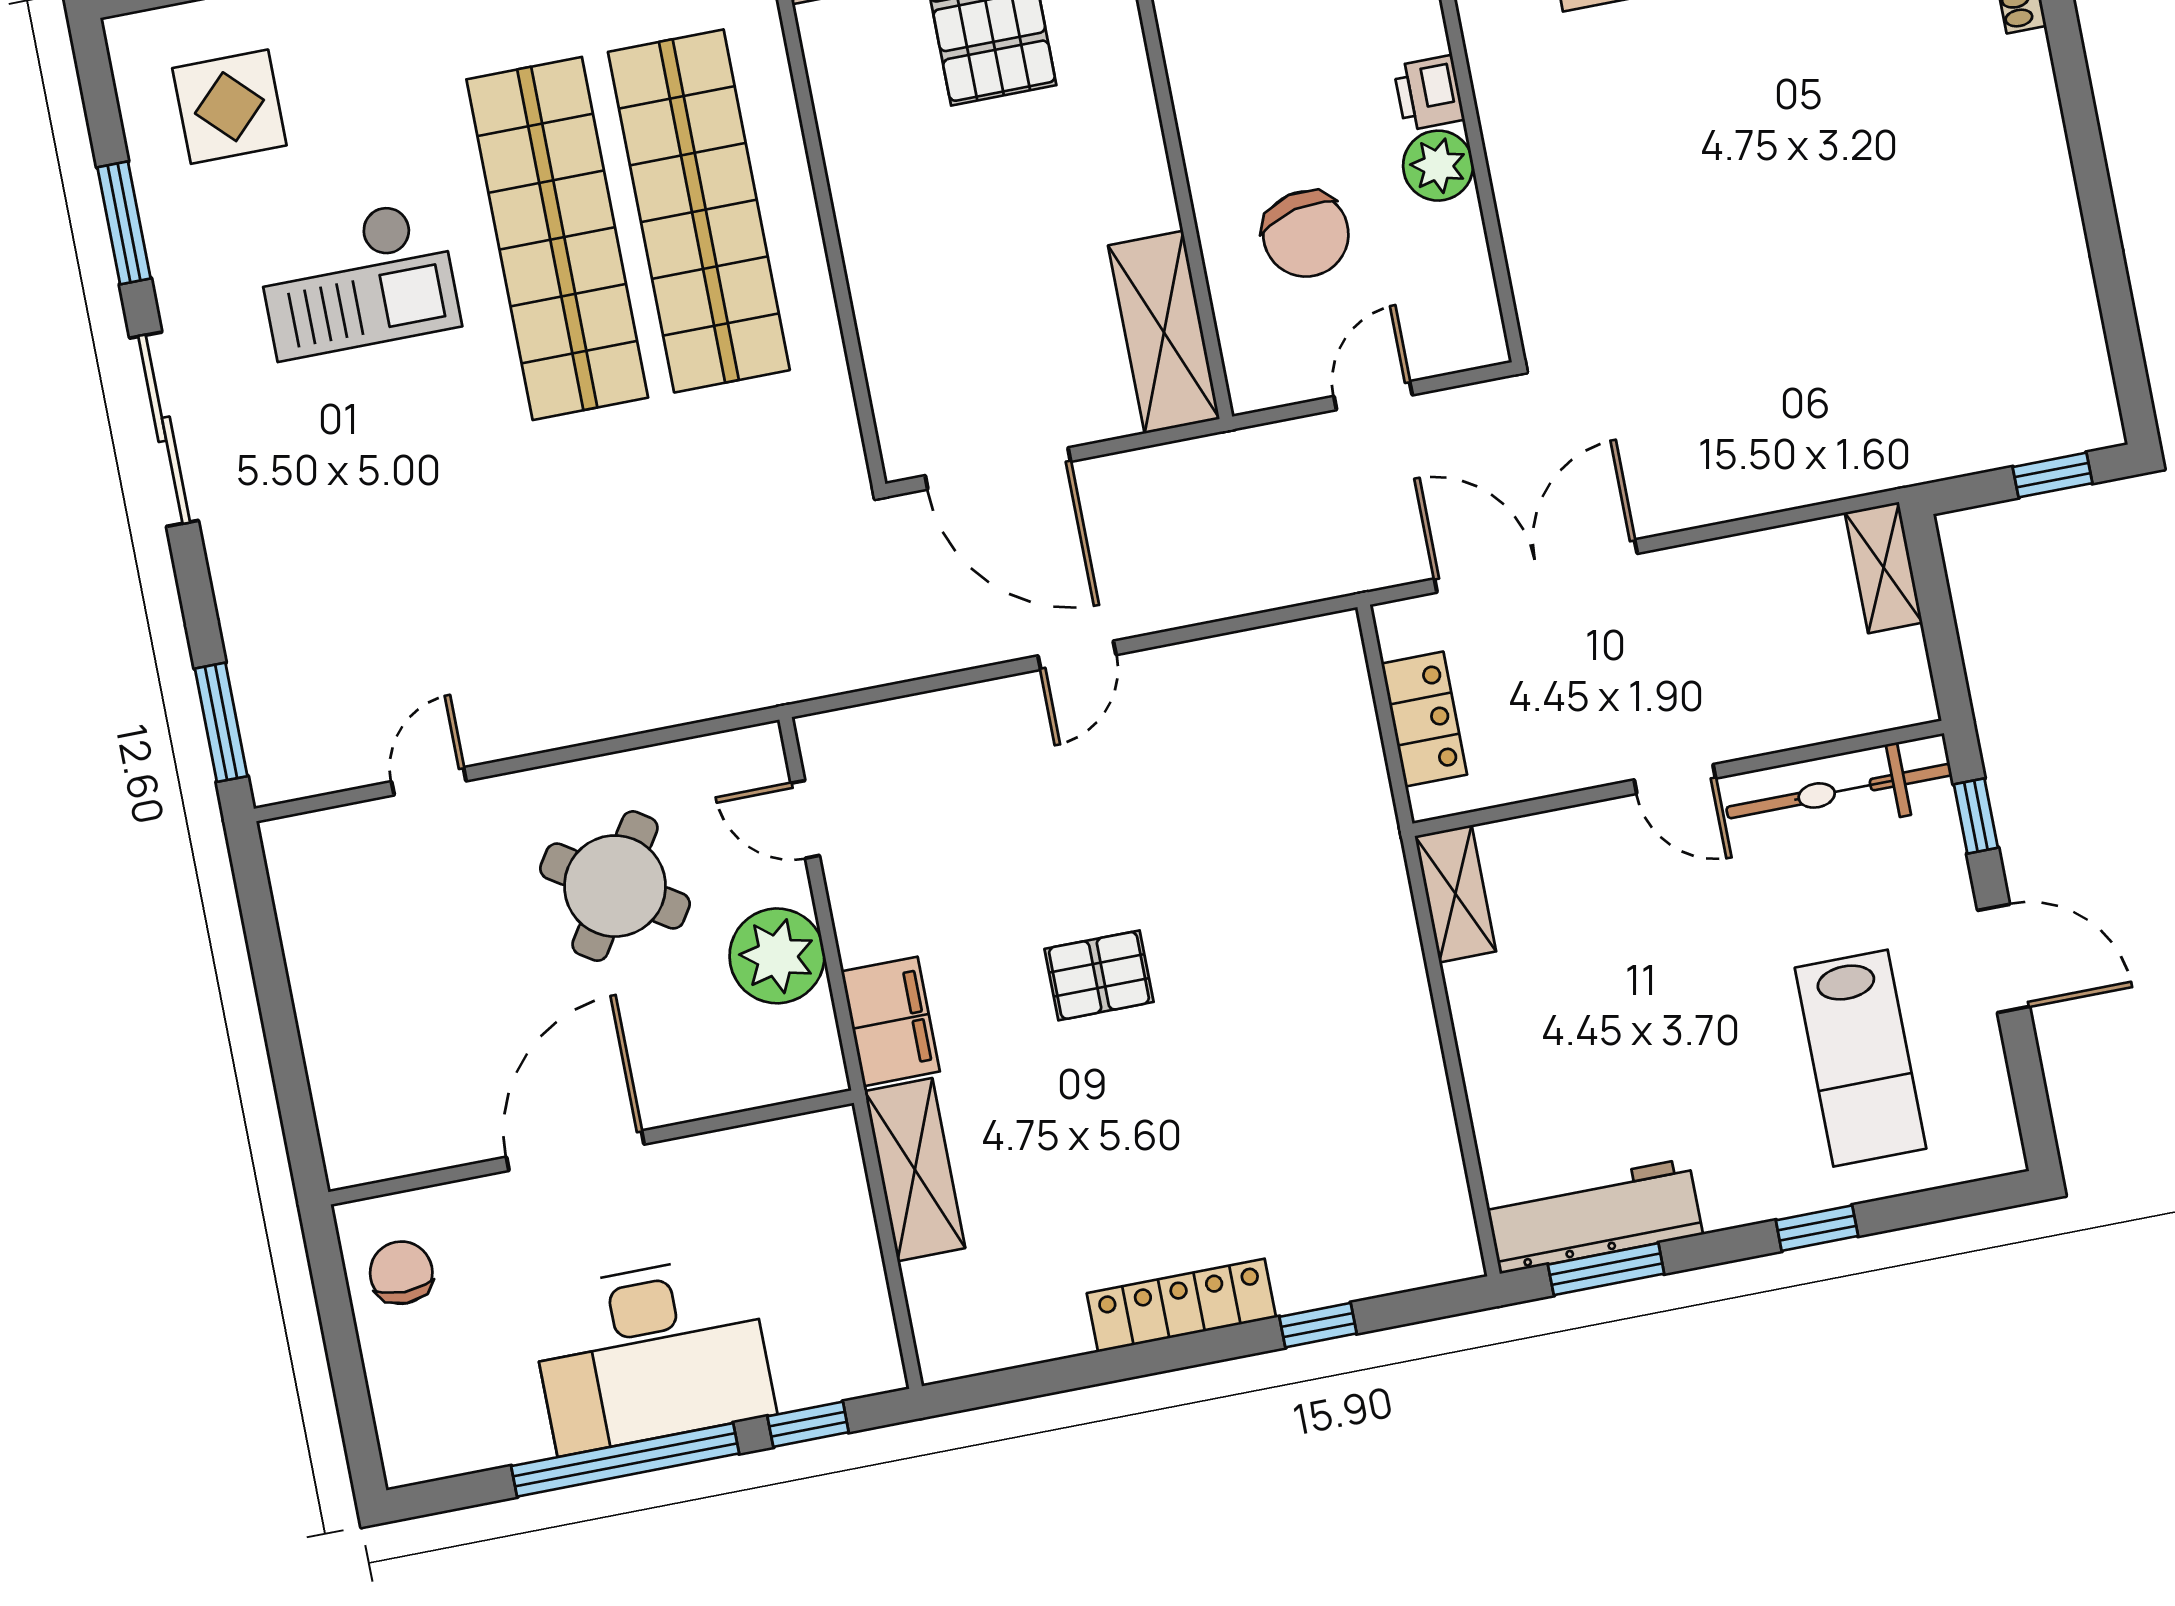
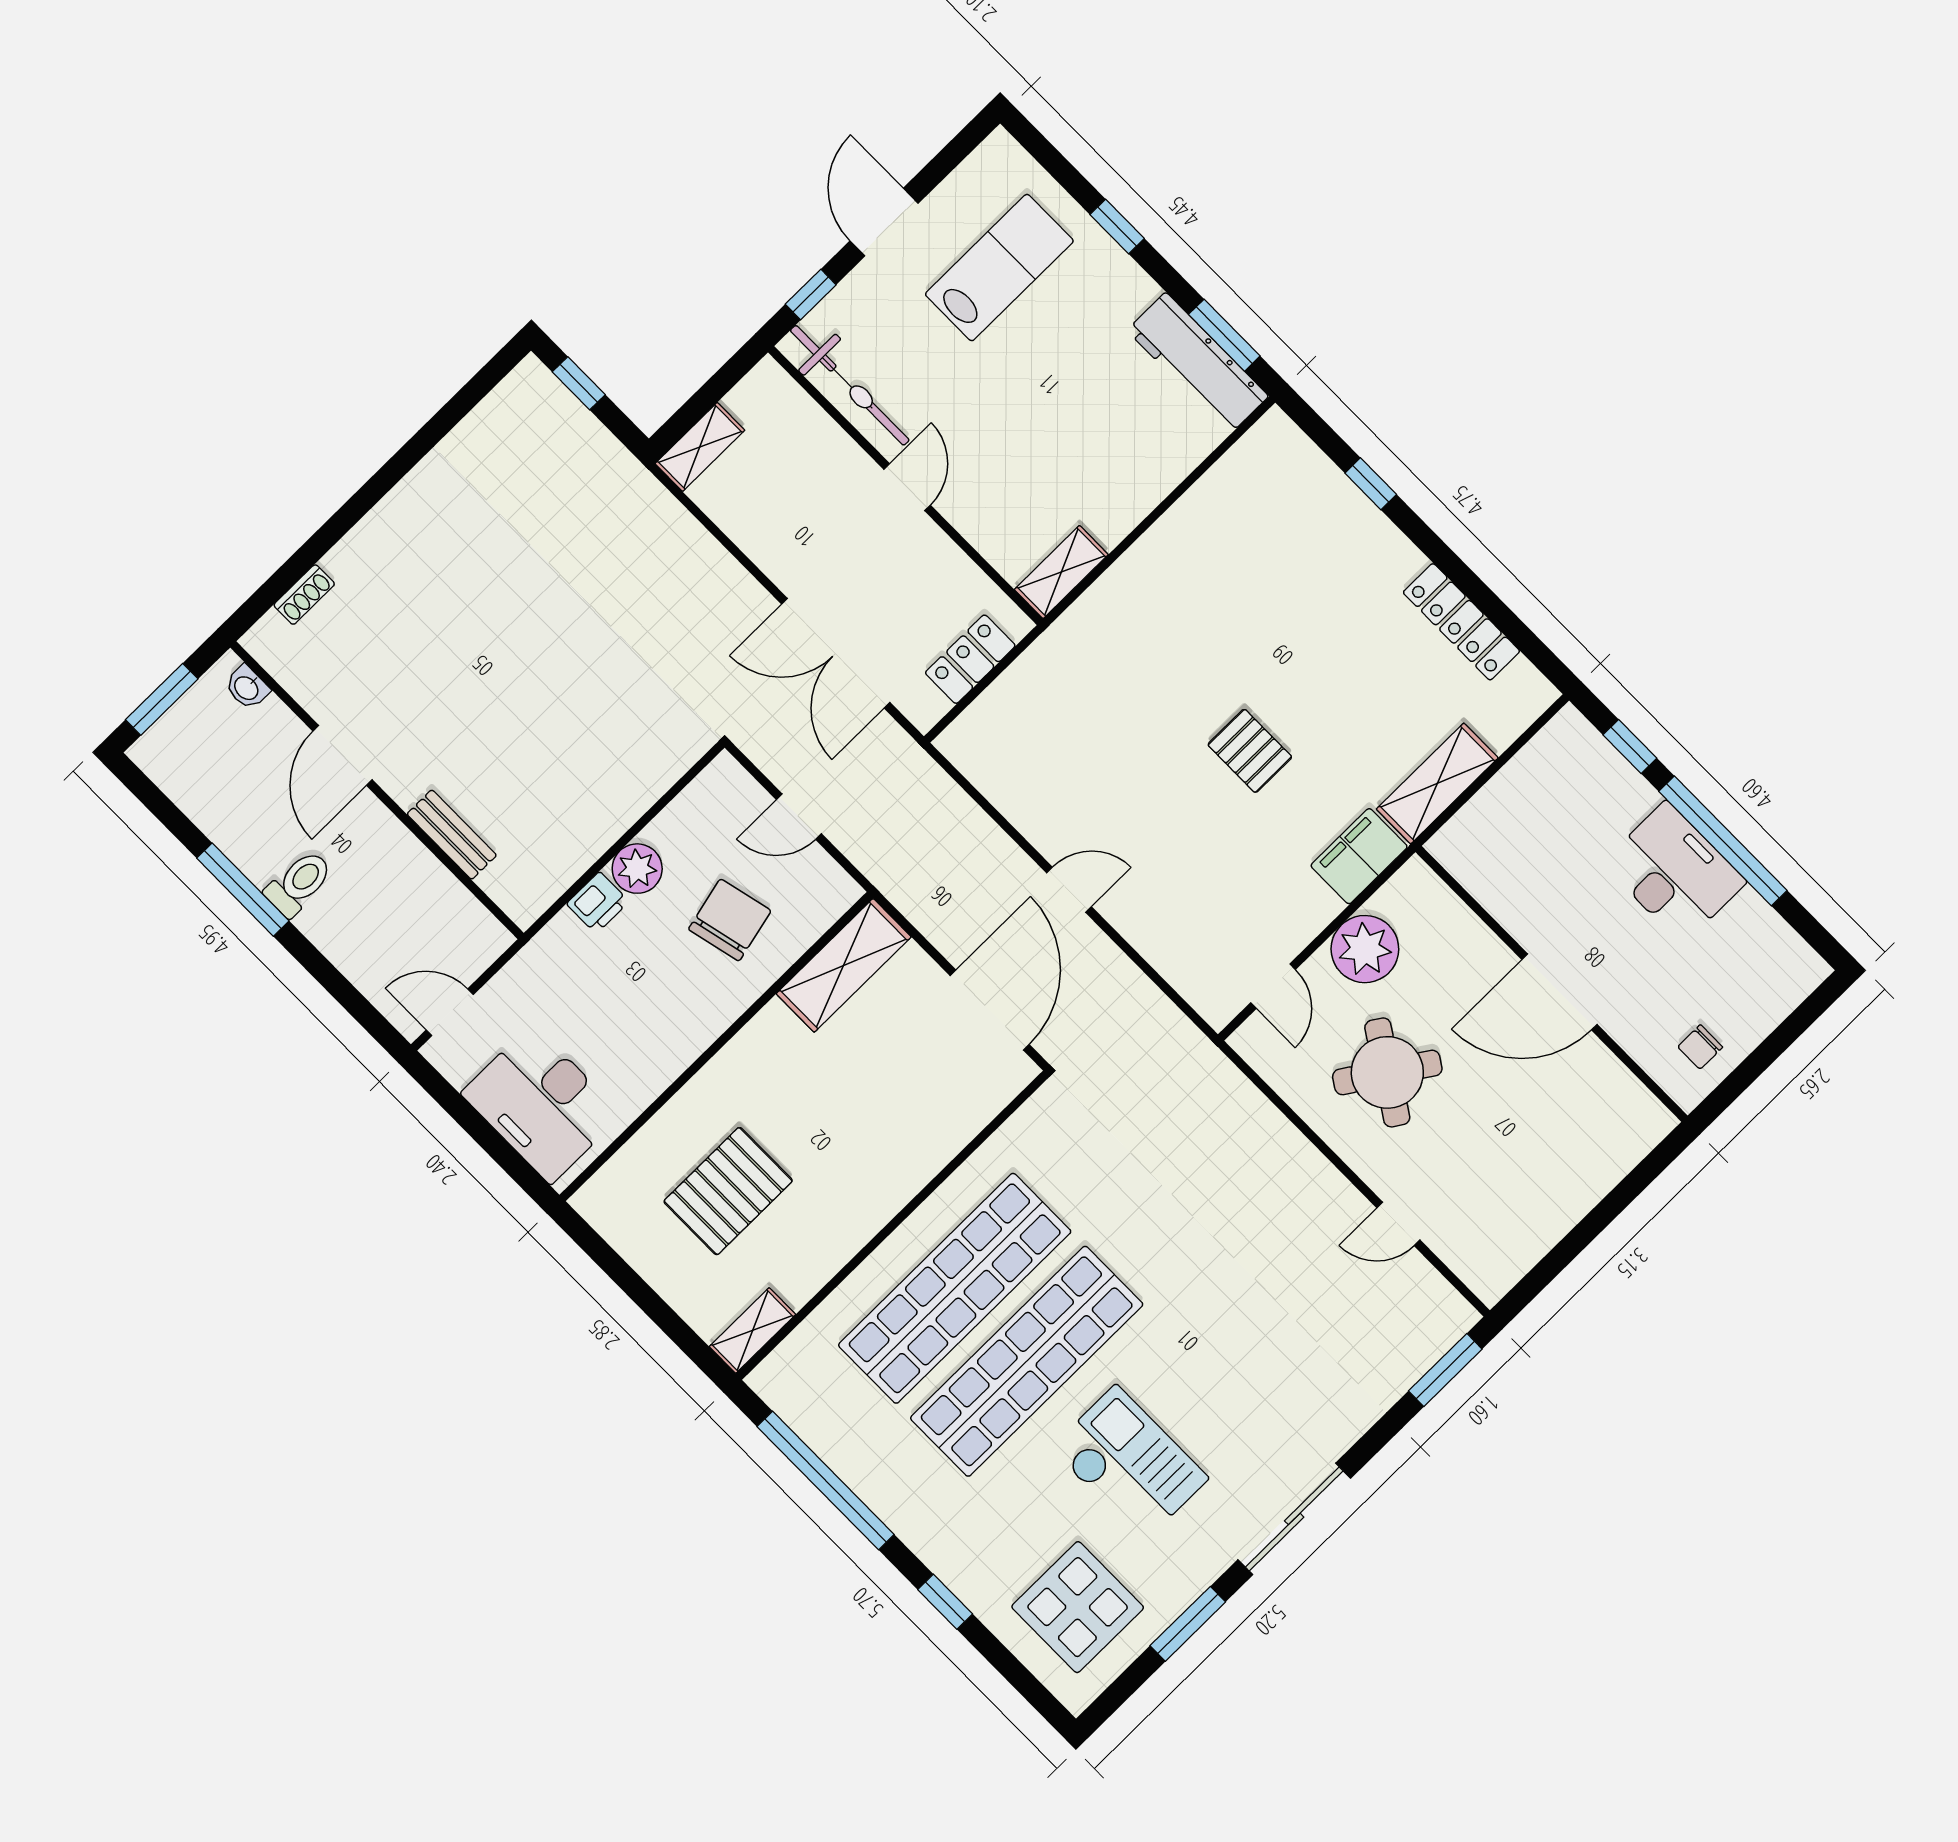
display table: (229, 107) -> (1078, 1607), width x1.36, depth x1.36
chair: (401, 1273) -> (1700, 1047), width x0.73, depth x0.73
locker: (1181, 1305) -> (1461, 622), moved
desk: (652, 1353) -> (1674, 873), width x0.73, depth x0.77

